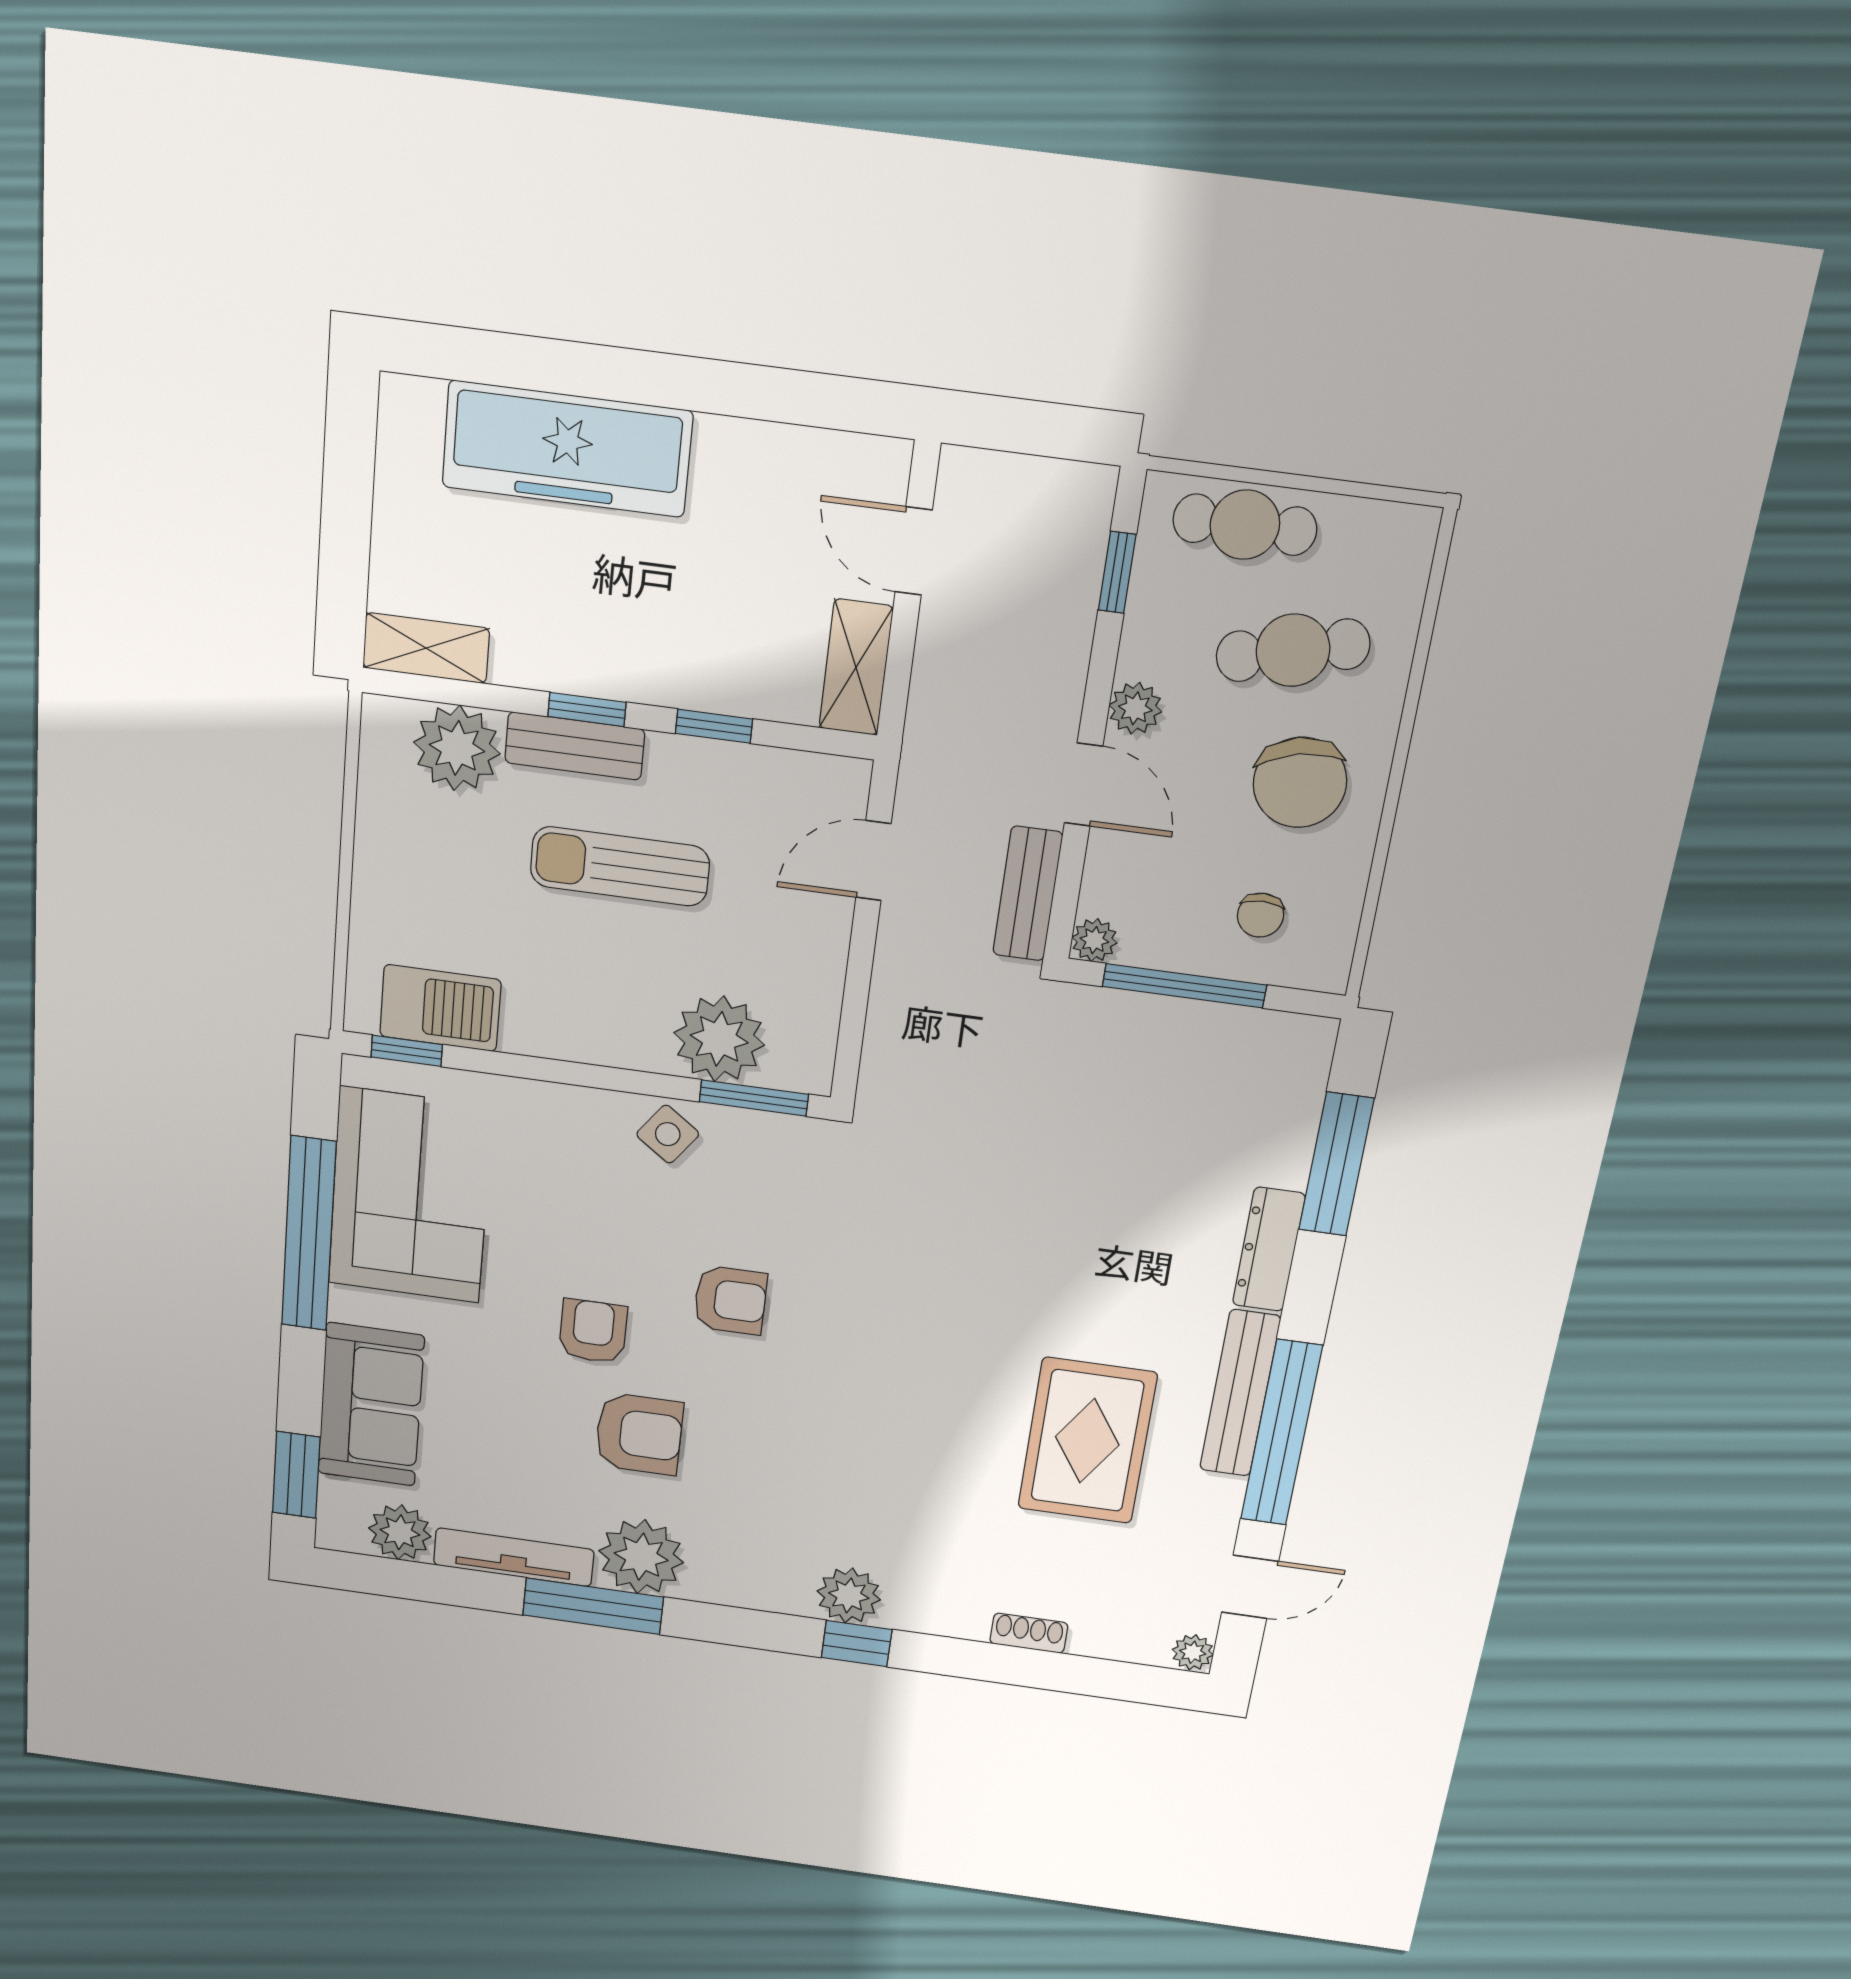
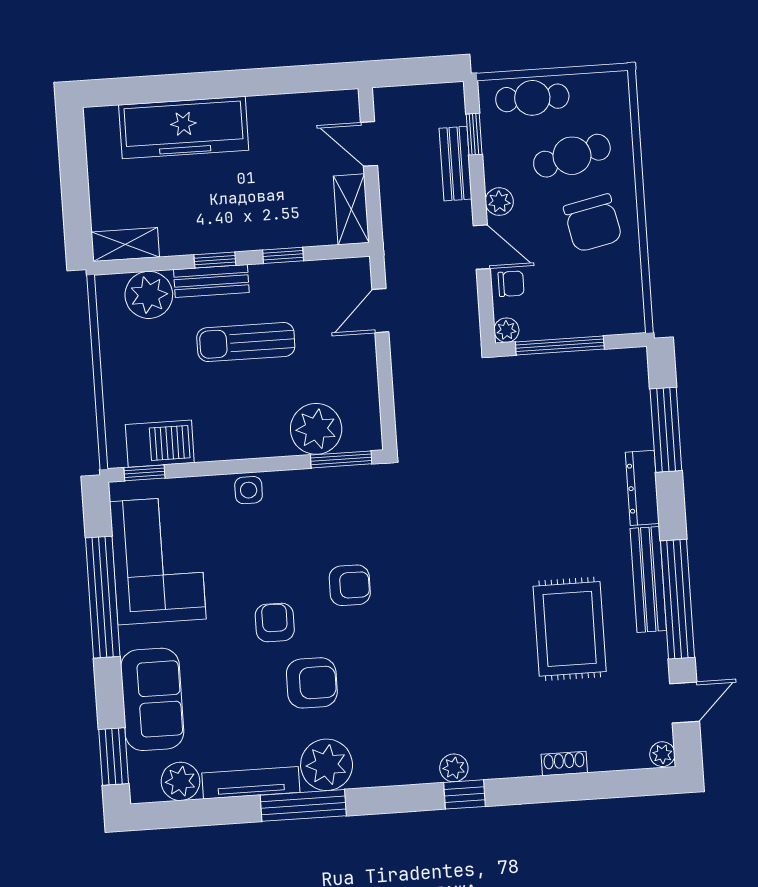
bench: (1028, 894) -> (455, 164), moved
chair: (1261, 915) -> (511, 284), moved, turned -90
side table: (668, 1134) -> (249, 490), moved, turned -36
plant: (849, 1595) -> (454, 768), width x0.73, depth x0.73

